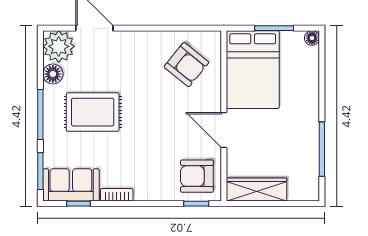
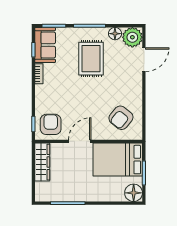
floor lamp: (312, 38) -> (134, 193), width x1.89, depth x1.89

